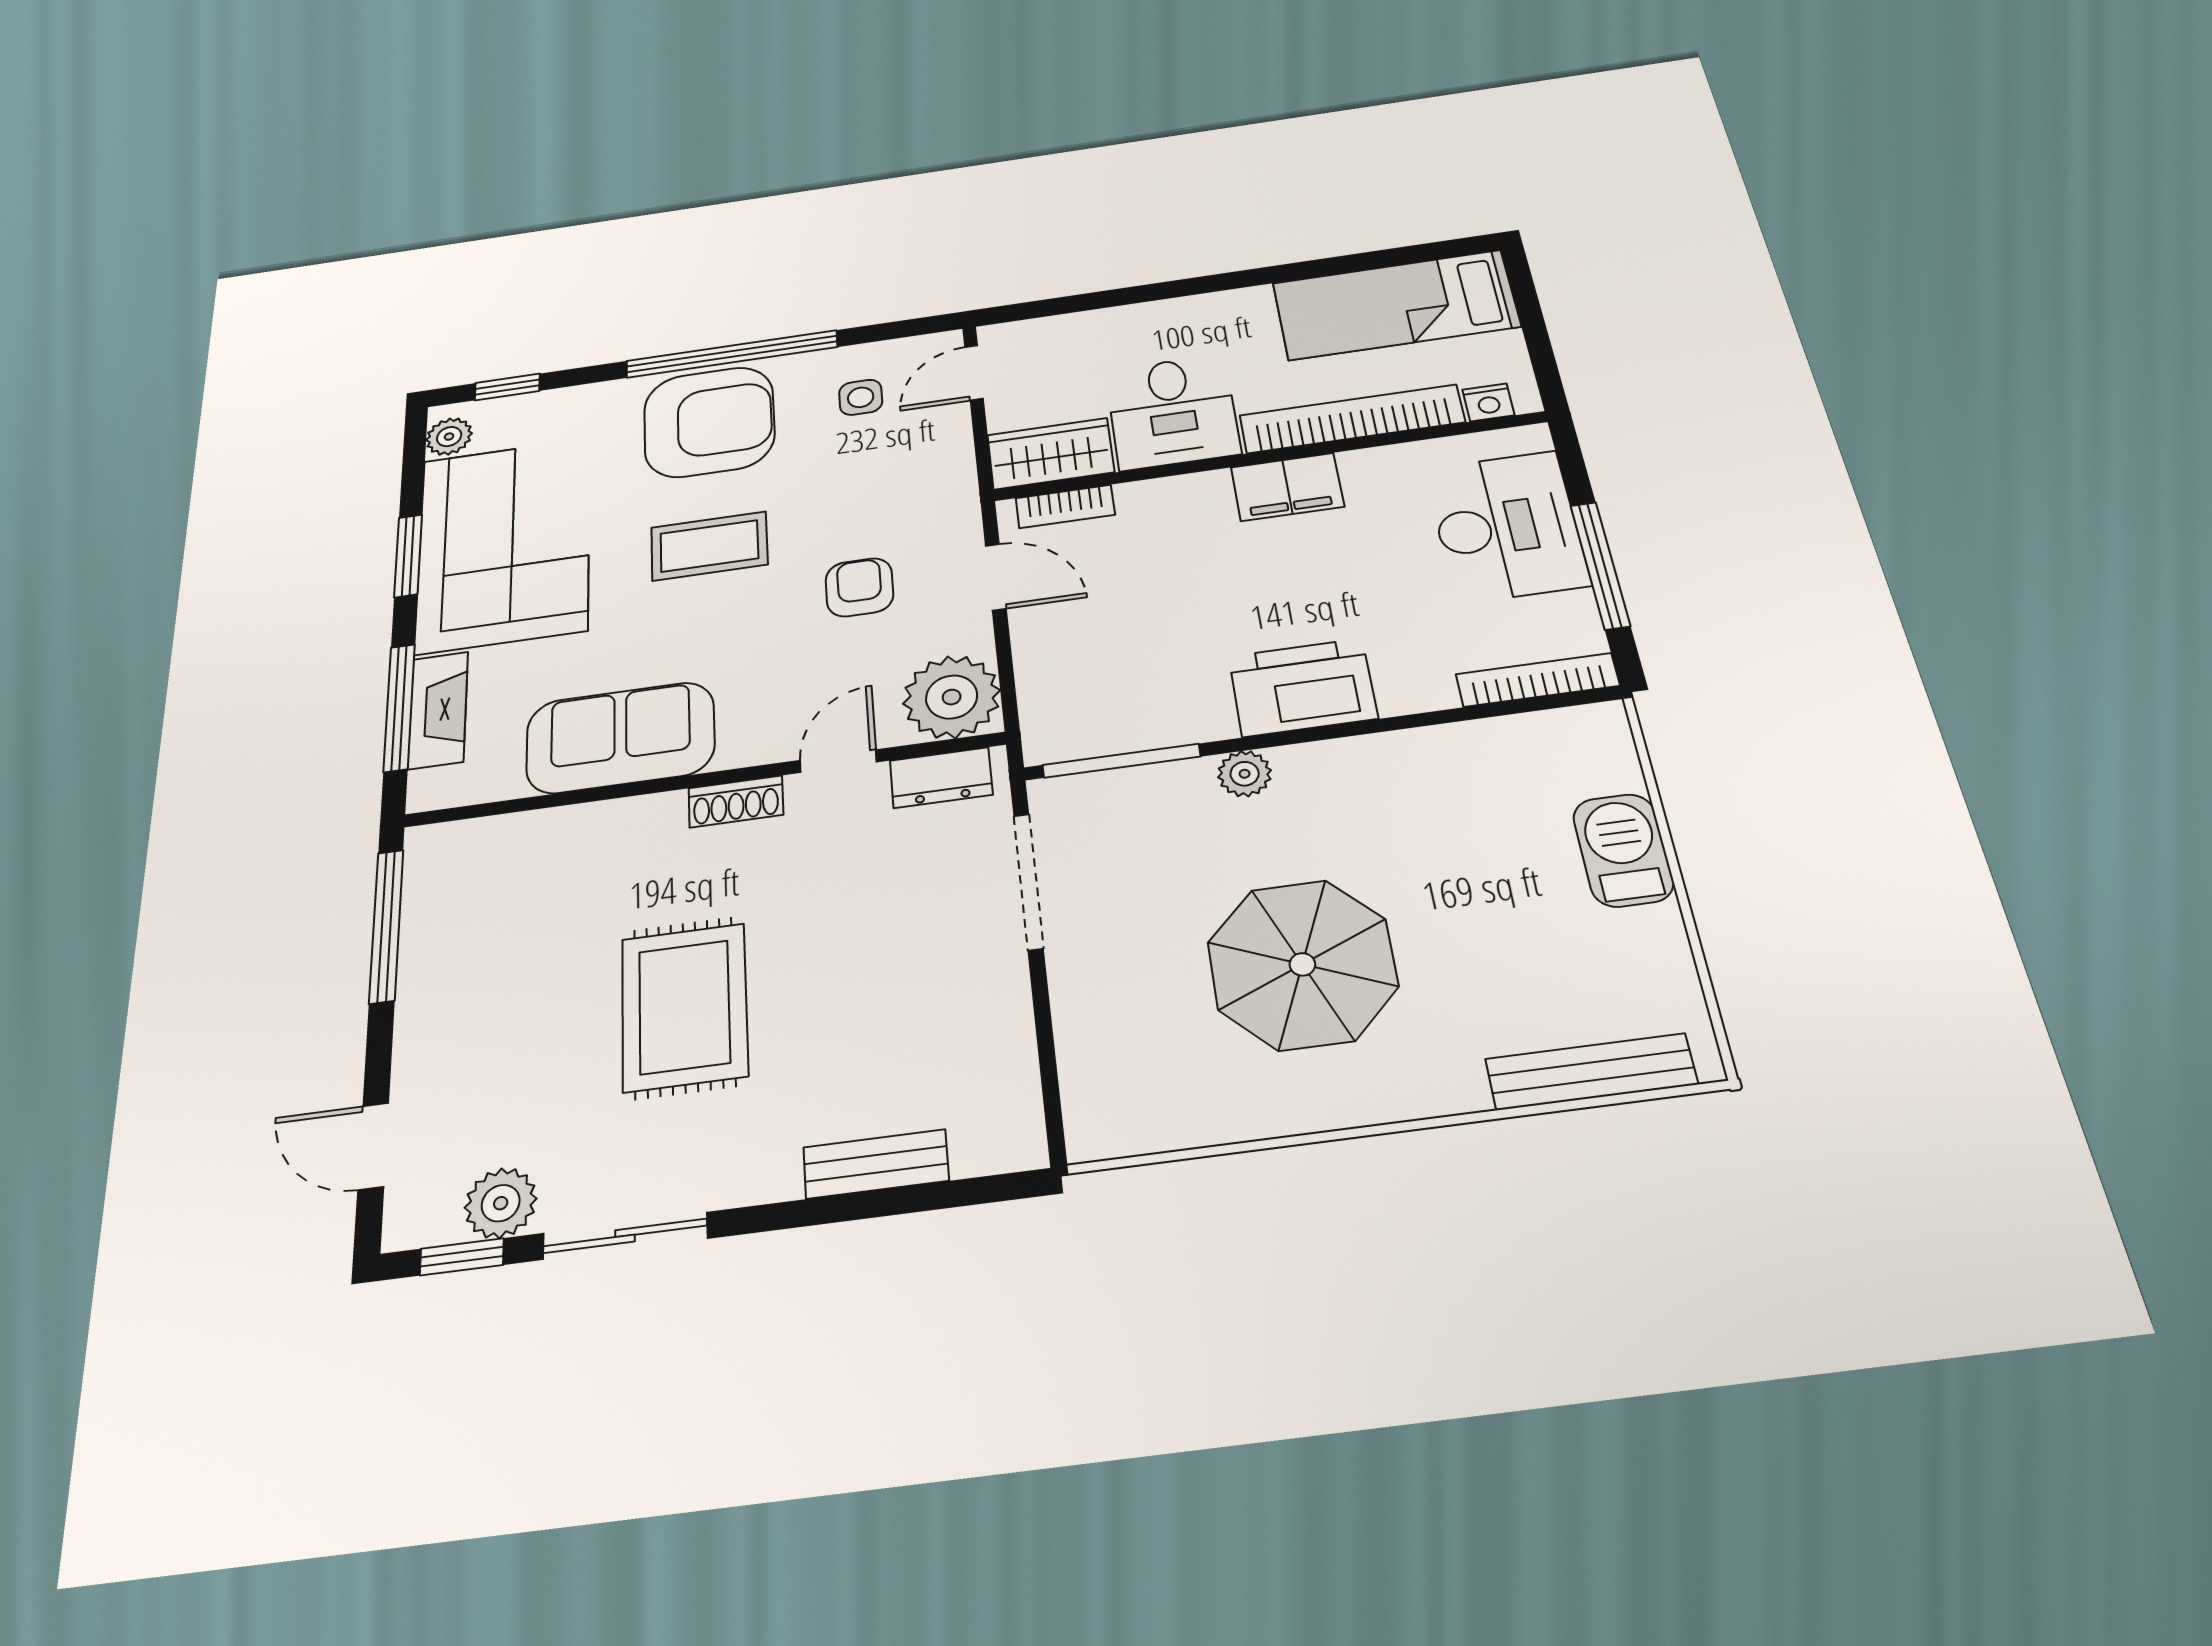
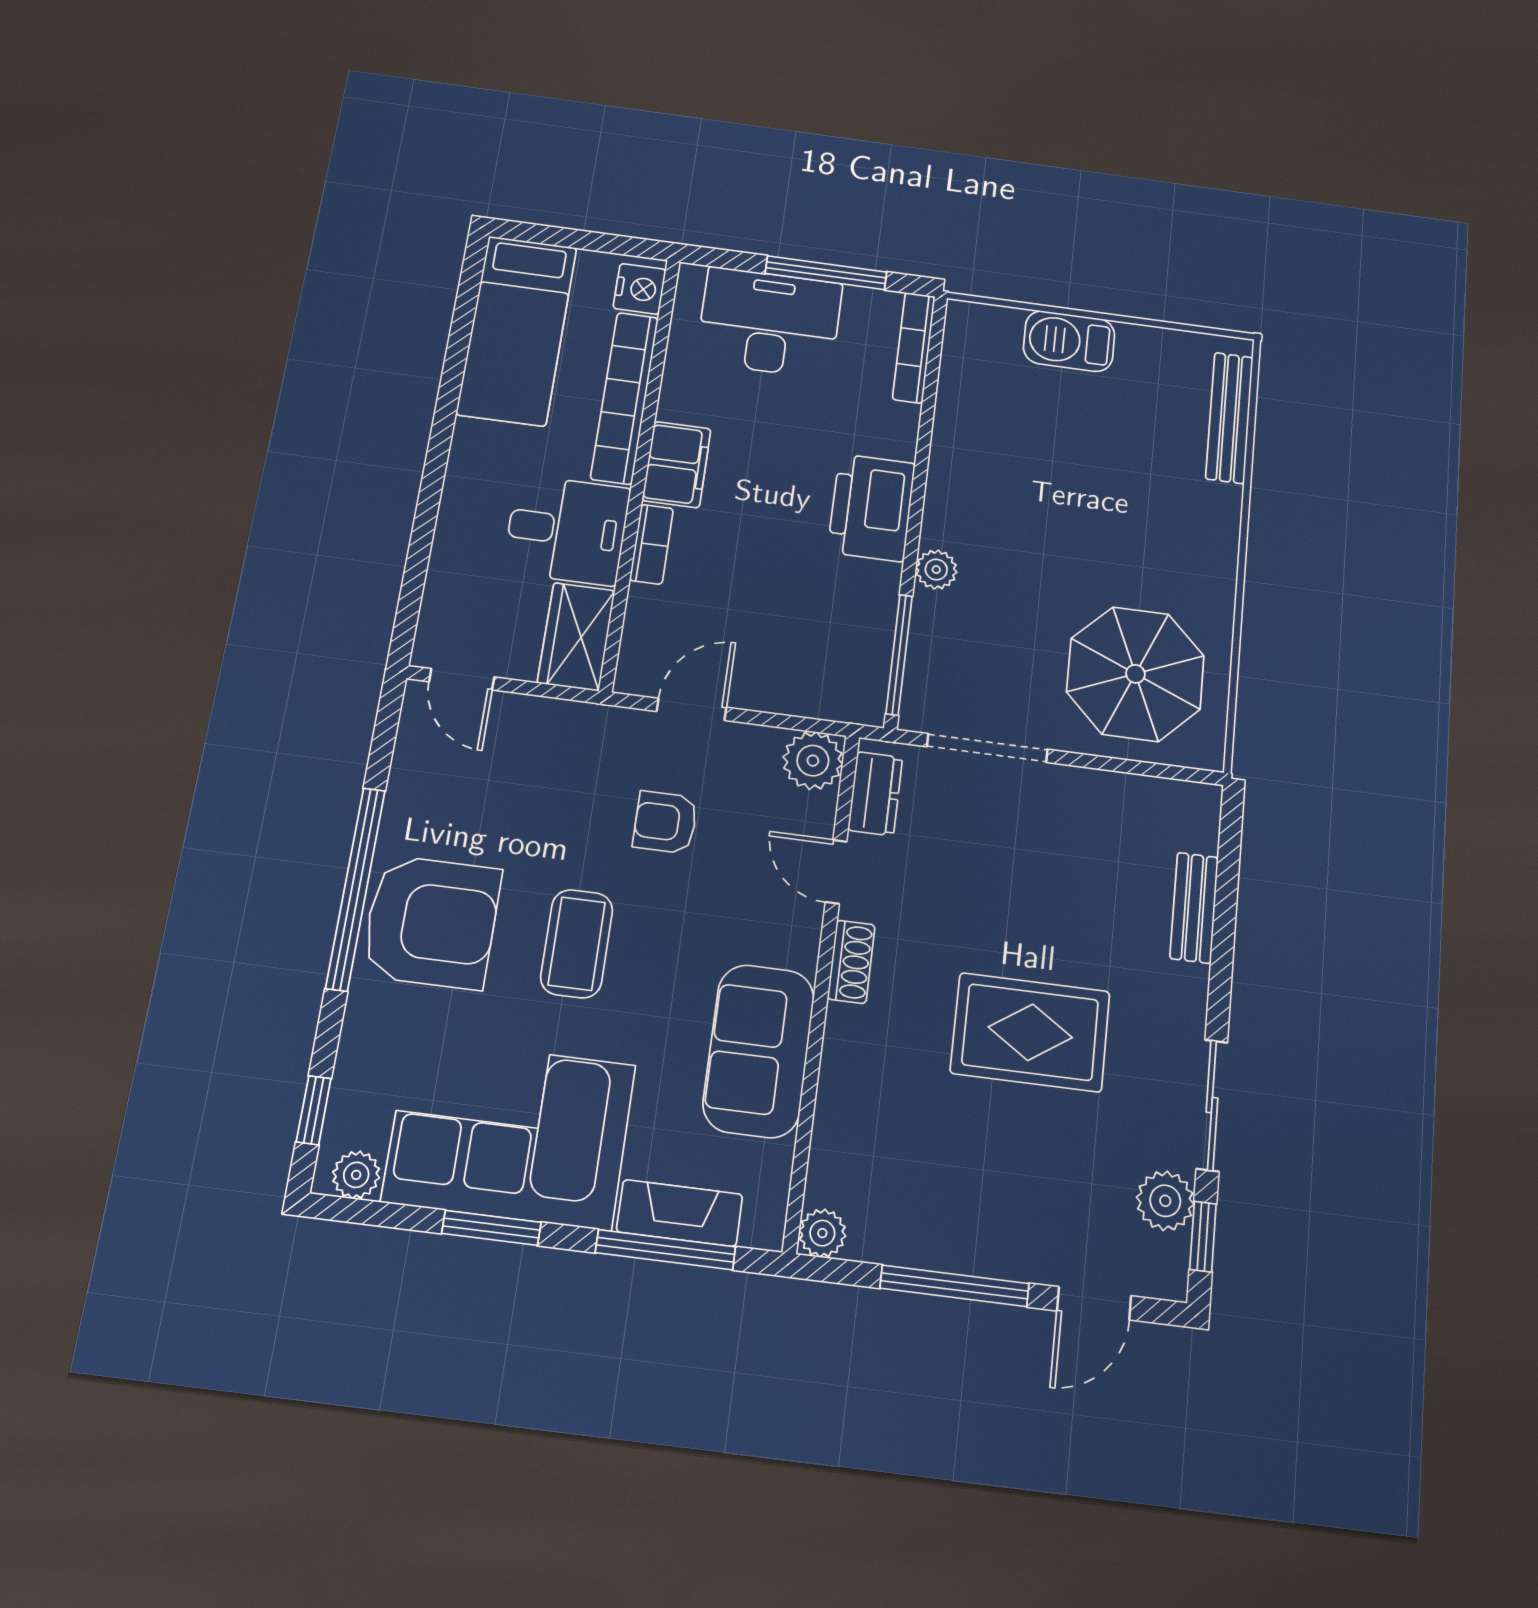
side table: (861, 397) -> (453, 782), removed
nightstand: (1488, 402) -> (640, 289), width x1.39, depth x1.35
armchair: (709, 422) -> (431, 922), turned 90
bookcase: (1065, 506) -> (651, 544), moved
plant: (952, 697) -> (813, 761), width x0.73, depth x0.73
plant: (429, 847) -> (822, 1233), added
window: (386, 926) -> (954, 1286), moved
parasol: (1302, 964) -> (1135, 674), moved

